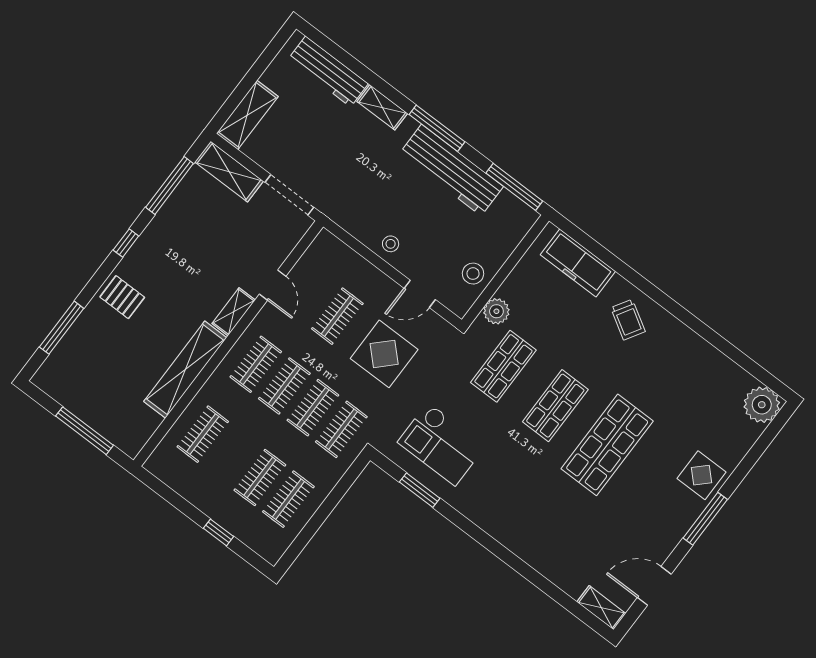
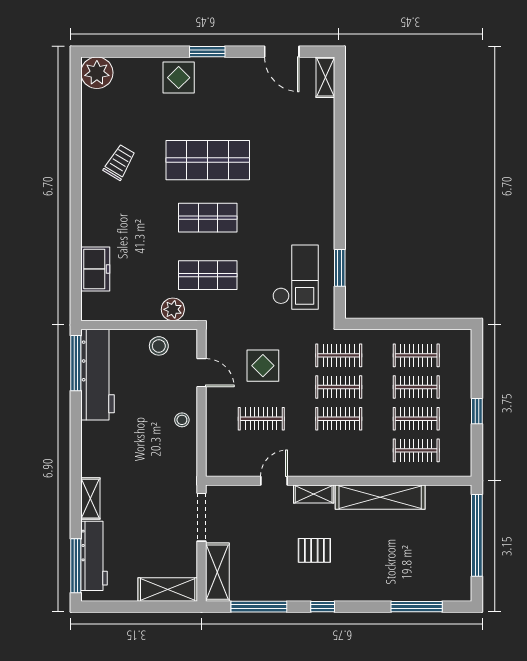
window: (437, 128) -> (76, 566), moved
workbench: (451, 170) -> (98, 375), moved
freezer: (578, 263) -> (95, 269), width x0.71
pallet: (122, 297) -> (314, 550), moved, turned 90
trolley: (628, 320) -> (119, 162), moved
display table: (384, 354) -> (263, 366), width x0.73, depth x0.73
clothes rail: (256, 364) -> (416, 419), moved
window: (85, 431) -> (477, 535), width x1.46
window: (705, 519) -> (207, 52), width x0.69
window: (219, 532) -> (477, 411), moved

